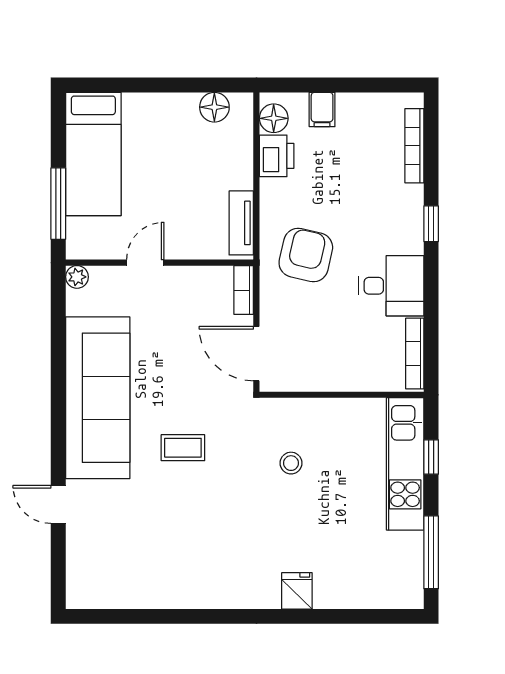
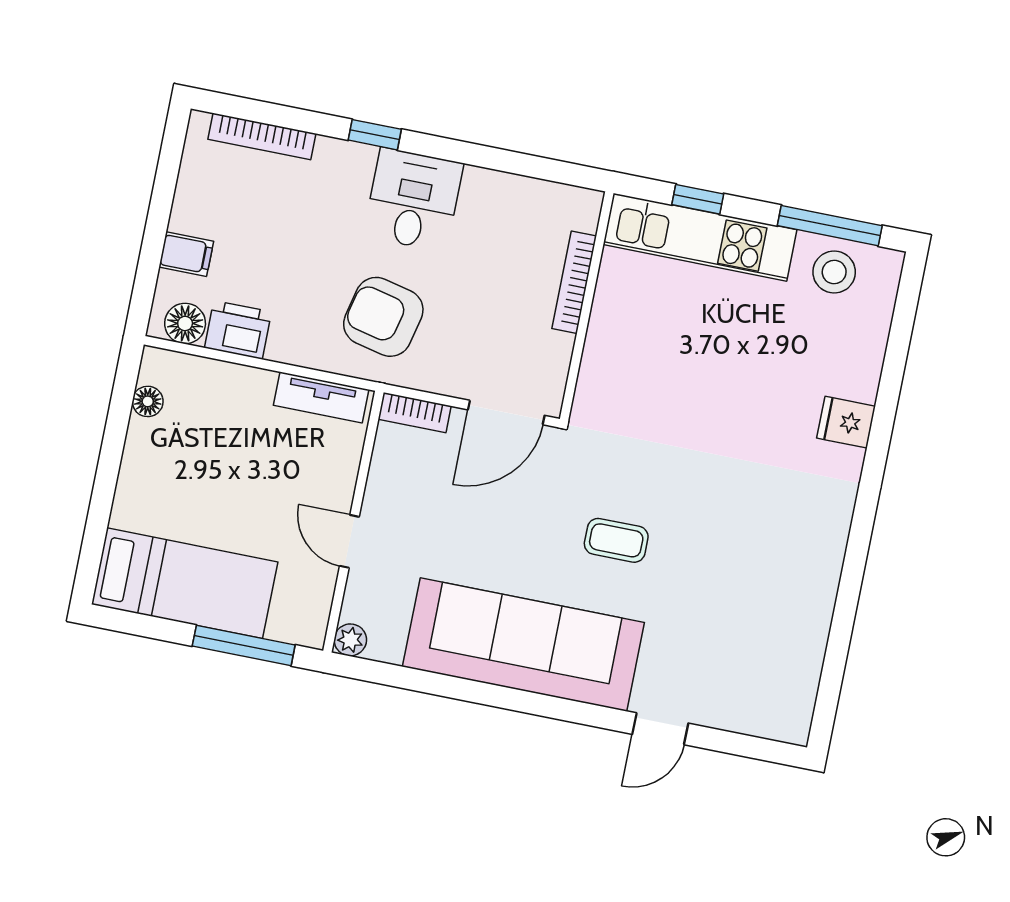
floor lamp: (214, 107) -> (148, 401), width x0.73, depth x0.73
desk: (391, 286) -> (413, 200), moved
bookcase: (415, 354) -> (574, 282), moved, turned 90
coffee table: (183, 448) -> (616, 540), turned 90
stool: (291, 463) -> (834, 272), moved, width x1.37, depth x1.37

